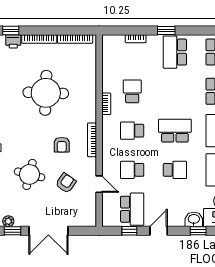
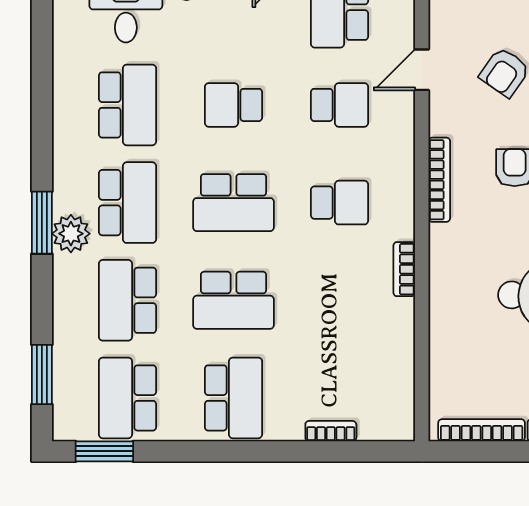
window: (166, 31) -> (255, 451), removed
school desk: (132, 91) -> (233, 300), moved, width x1.85
door: (99, 184) -> (422, 70), hinge flipped

